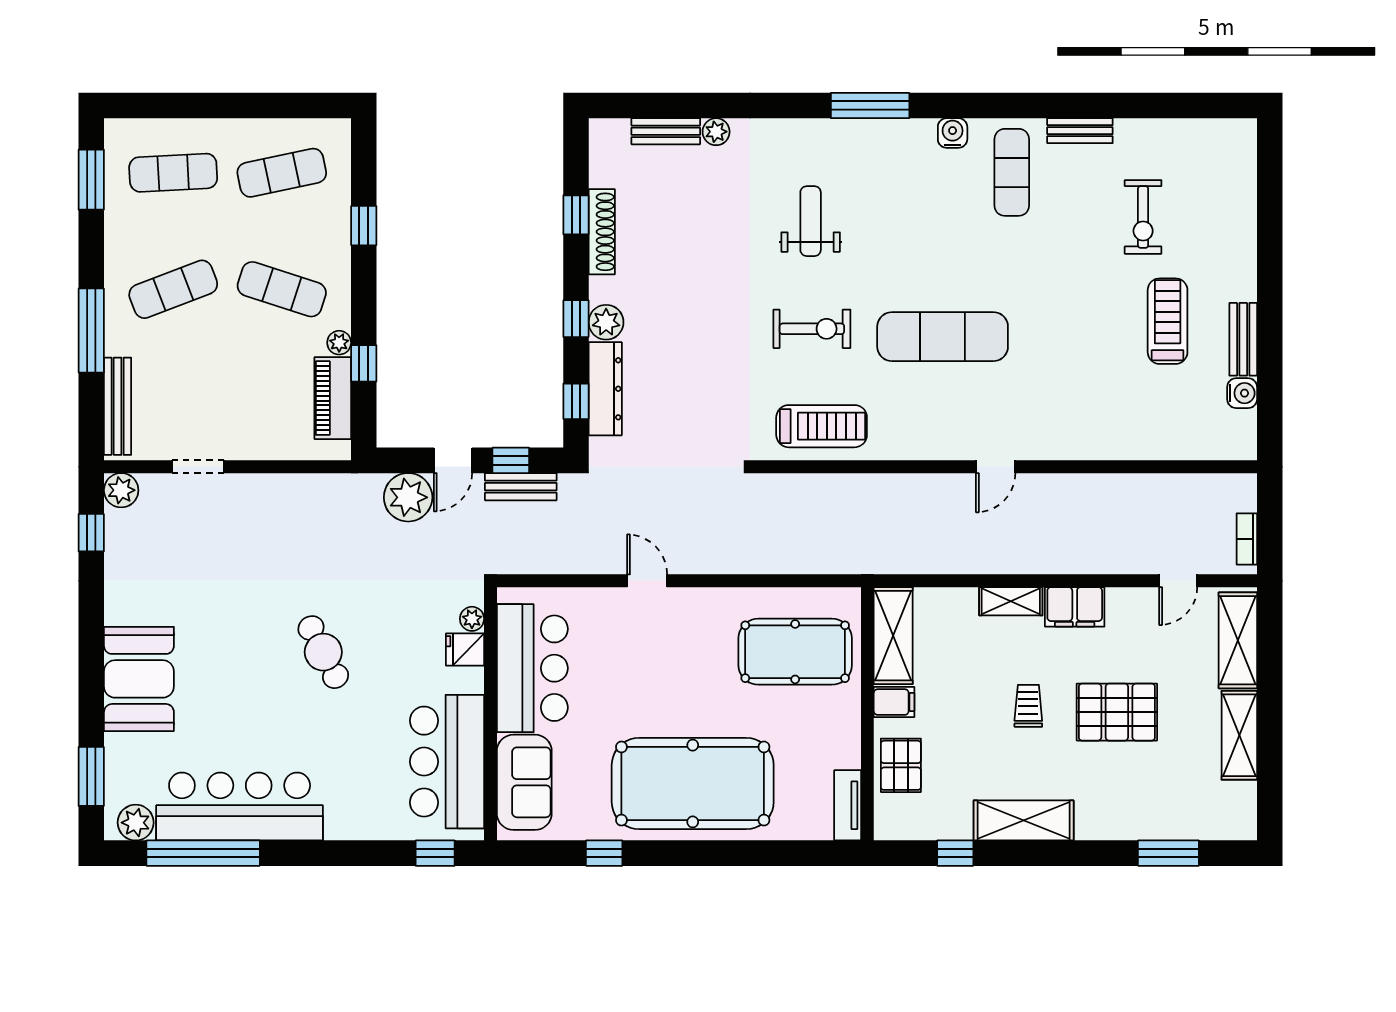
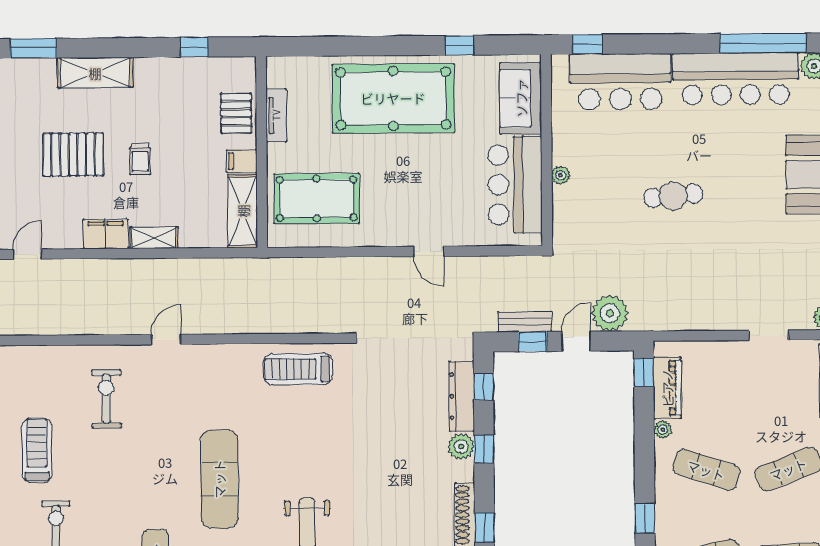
treadmill: (1168, 321) -> (37, 450), turned 180
exercise bike: (812, 329) -> (106, 399), moved, turned 90
exercise mat: (943, 337) -> (219, 479), moved, turned 90
window: (364, 363) -> (644, 373), moved
plant: (472, 619) -> (561, 175), moved
fridge: (465, 650) -> (566, 198), removed
cafe table: (323, 652) -> (673, 196), turned -69
bar counter: (447, 762) -> (620, 82), moved, turned 90
tv unit: (848, 805) -> (276, 115), moved
shelving: (1024, 820) -> (95, 73), moved

